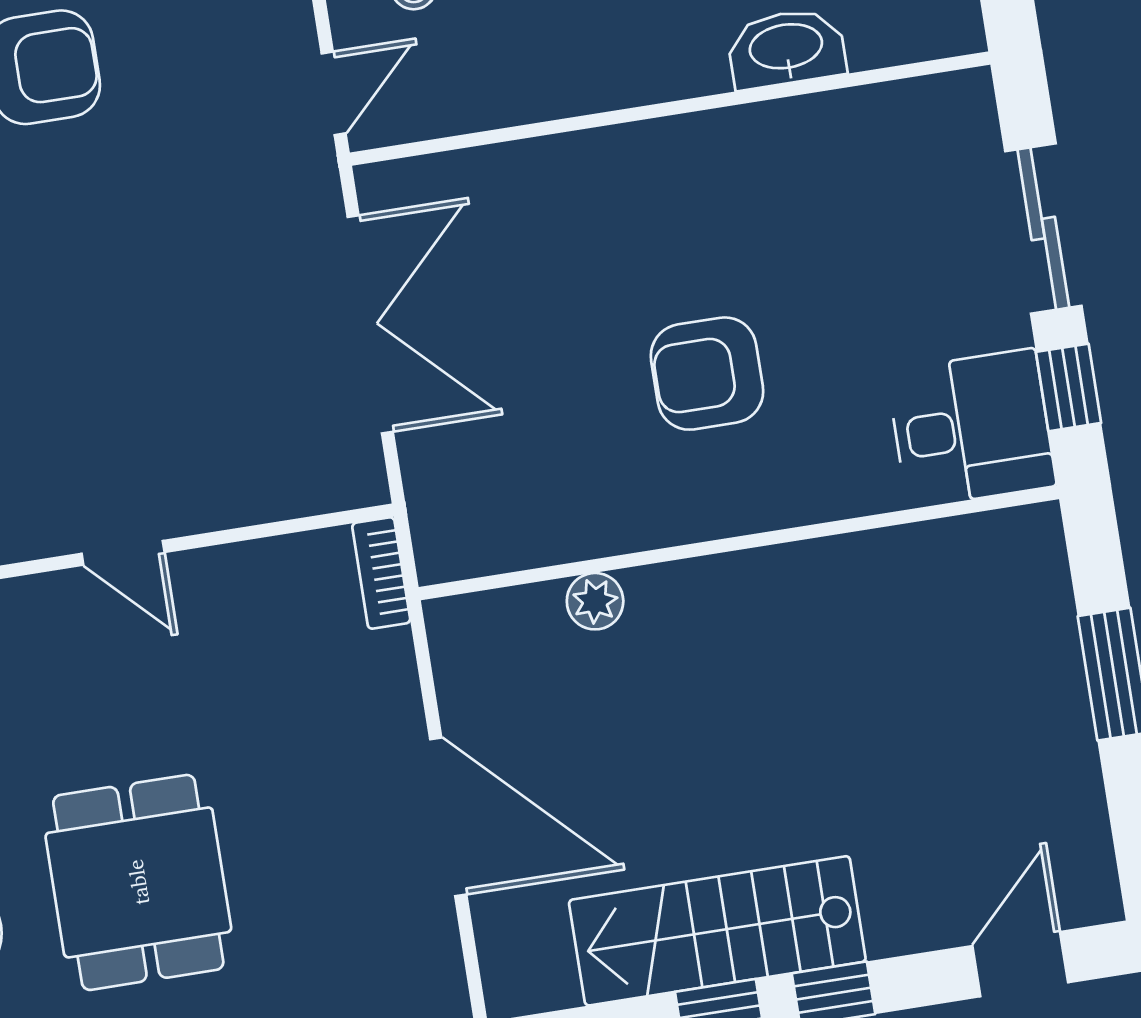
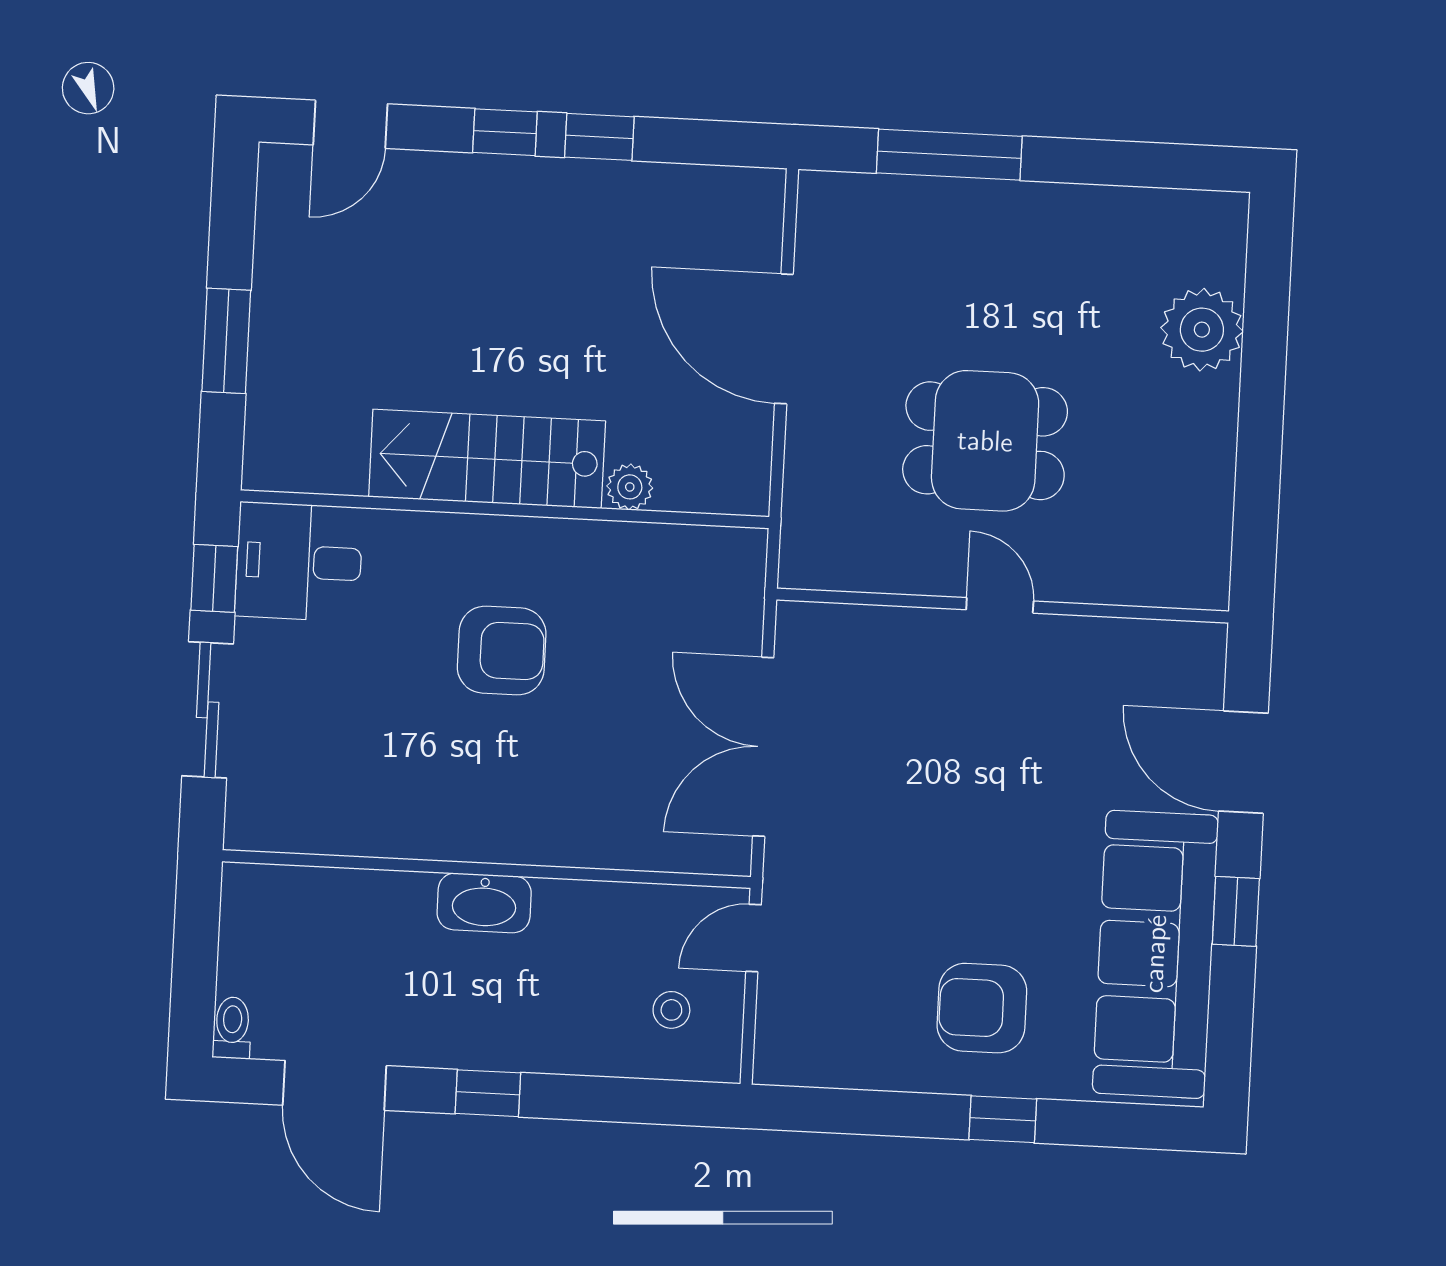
washbasin: (786, 48) -> (484, 903), moved
bookcase: (381, 573) -> (796, 546), removed
dining table: (138, 882) -> (985, 441), moved, turned 90
stairs: (717, 931) -> (487, 459), moved, turned 180

